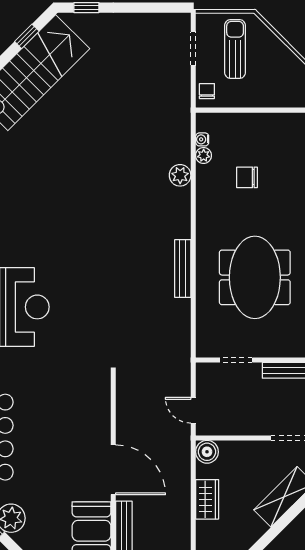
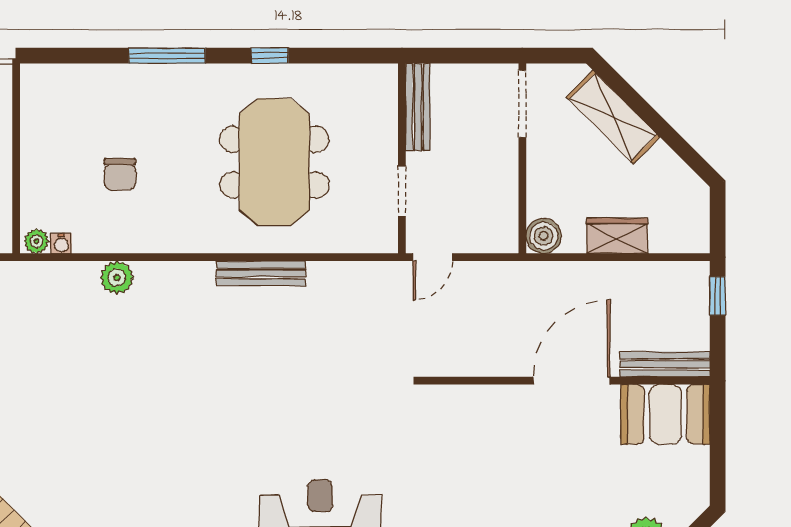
plant: (204, 155) -> (37, 241), moved
meeting table: (255, 277) -> (274, 162), turned 90
door: (193, 410) -> (433, 257), moved

